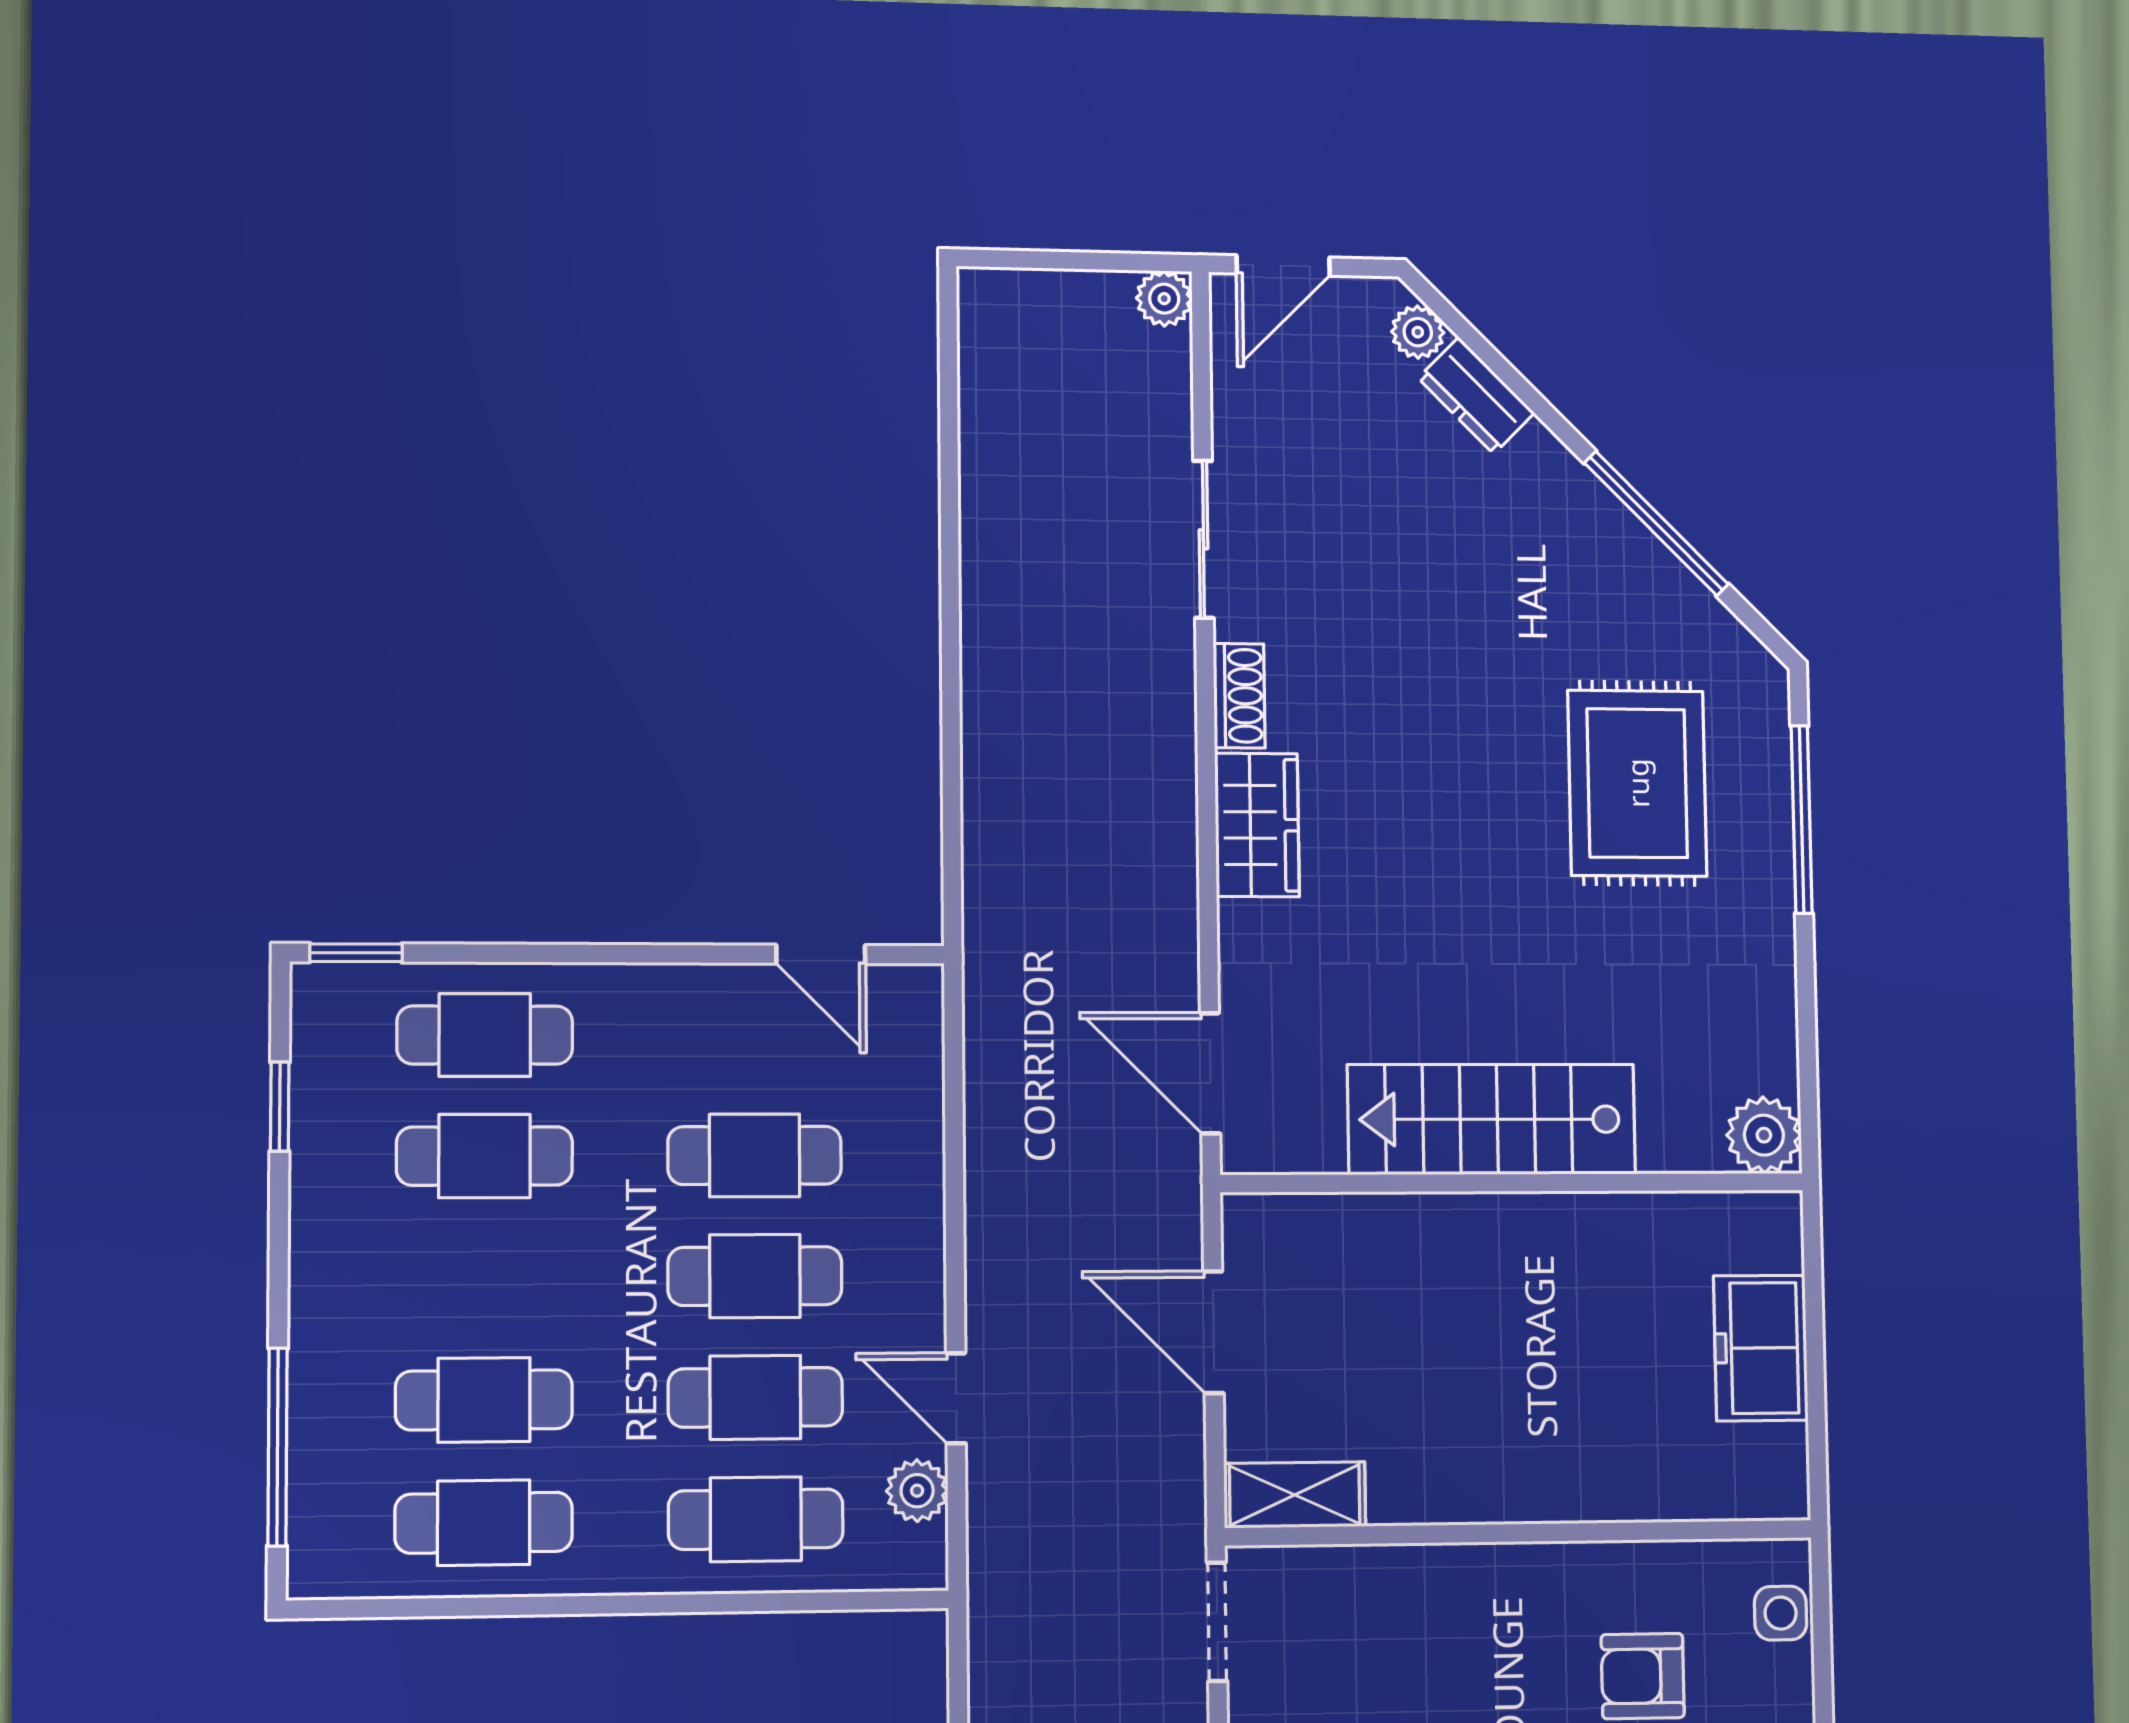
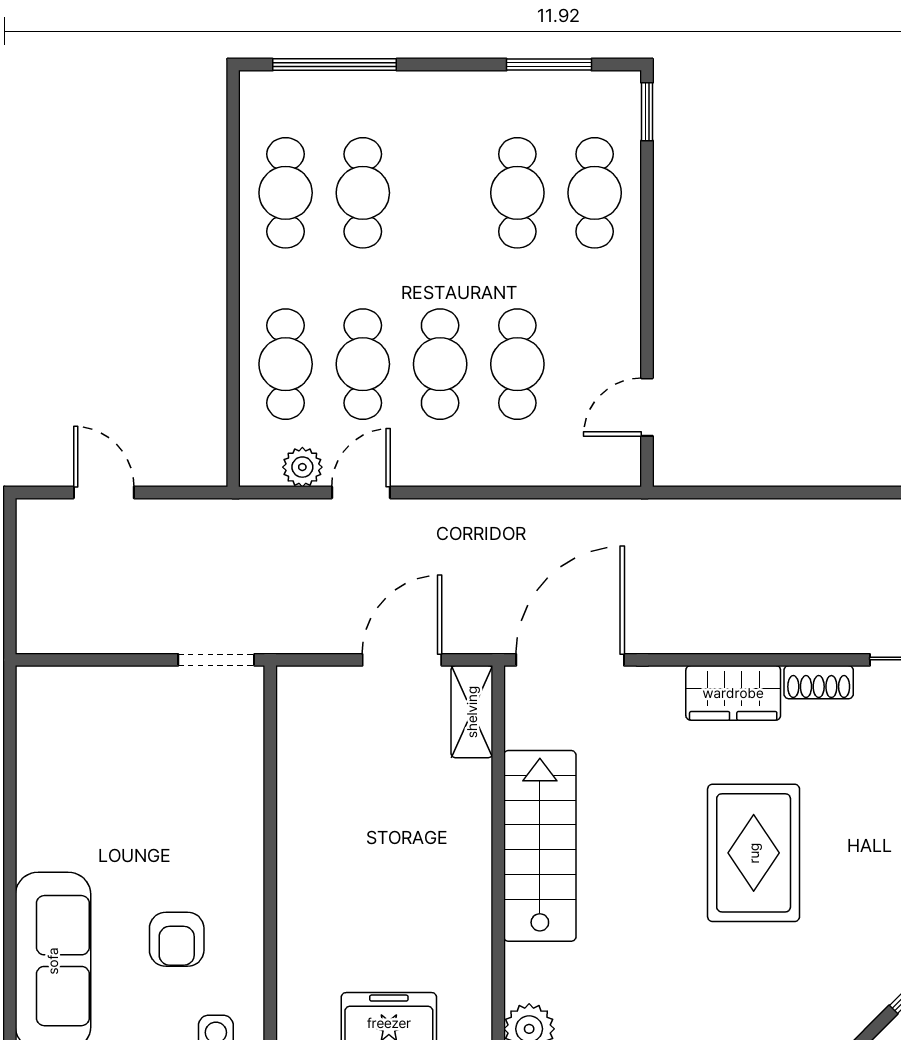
rug: (1637, 783) -> (754, 853), moved, turned 90
door: (1210, 1073) -> (570, 660), width x1.36
window: (280, 1107) -> (549, 65), width x1.50
shelving: (1295, 1495) -> (472, 712), moved
armchair: (1643, 1676) -> (177, 939), turned 180

